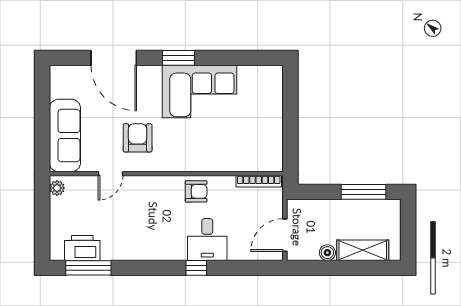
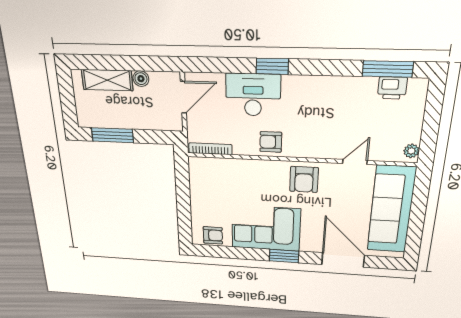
armchair: (259, 78) -> (213, 235), added
sofa: (65, 135) -> (391, 210), width x1.36, depth x1.27
armchair: (138, 138) -> (304, 179), moved
desk: (207, 239) -> (253, 95), width x1.37
printer: (82, 248) -> (392, 88), width x0.73, depth x0.84
window: (196, 268) -> (272, 66), width x1.50

